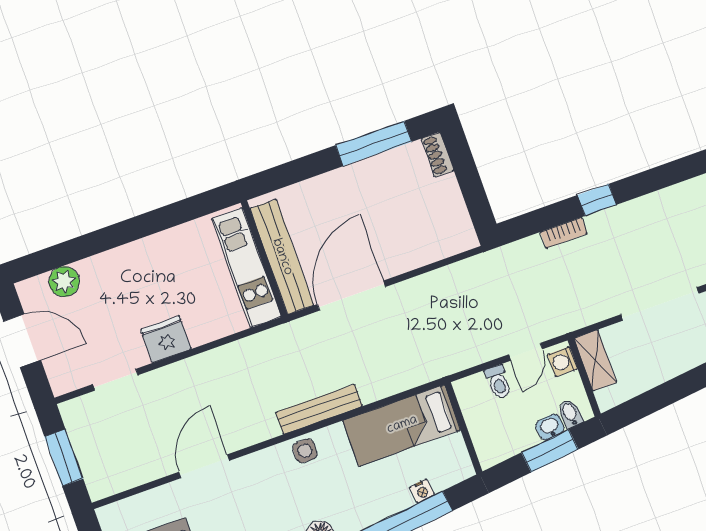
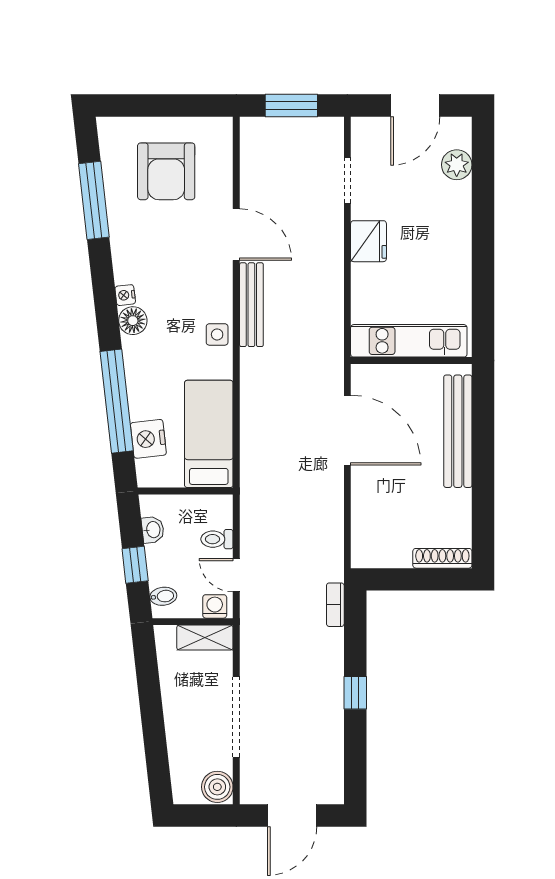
window: (374, 143) -> (483, 502), removed
shoe rack: (438, 154) -> (442, 558), width x1.43
bookcase: (564, 233) -> (335, 605), moved
bench: (282, 257) -> (458, 431), moved, turned 90
bench: (319, 409) -> (251, 305), moved
washbasin: (550, 427) -> (153, 530), moved
window: (550, 451) -> (135, 565), width x0.67
nightstand: (422, 491) -> (148, 439), width x1.89, depth x1.79

